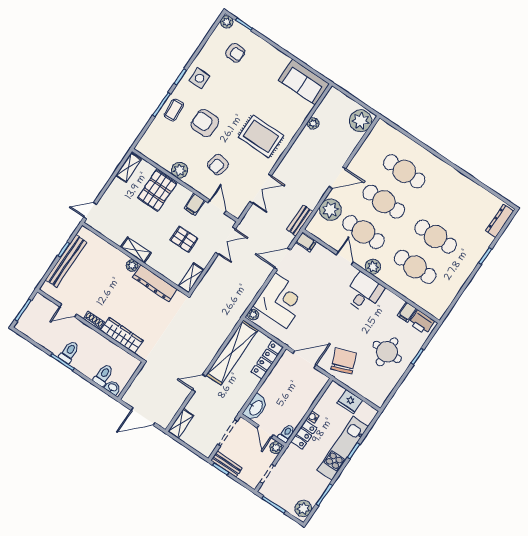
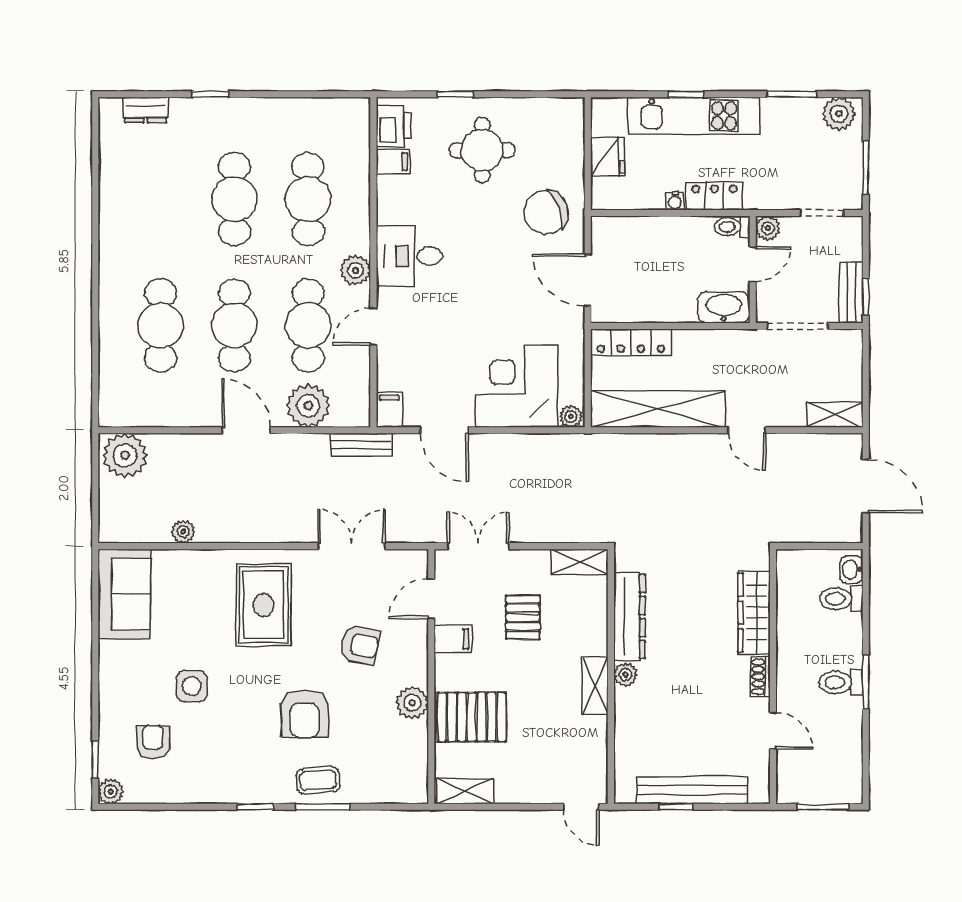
side table: (200, 78) -> (192, 686), moved
dresser: (500, 221) -> (146, 110), width x0.70

